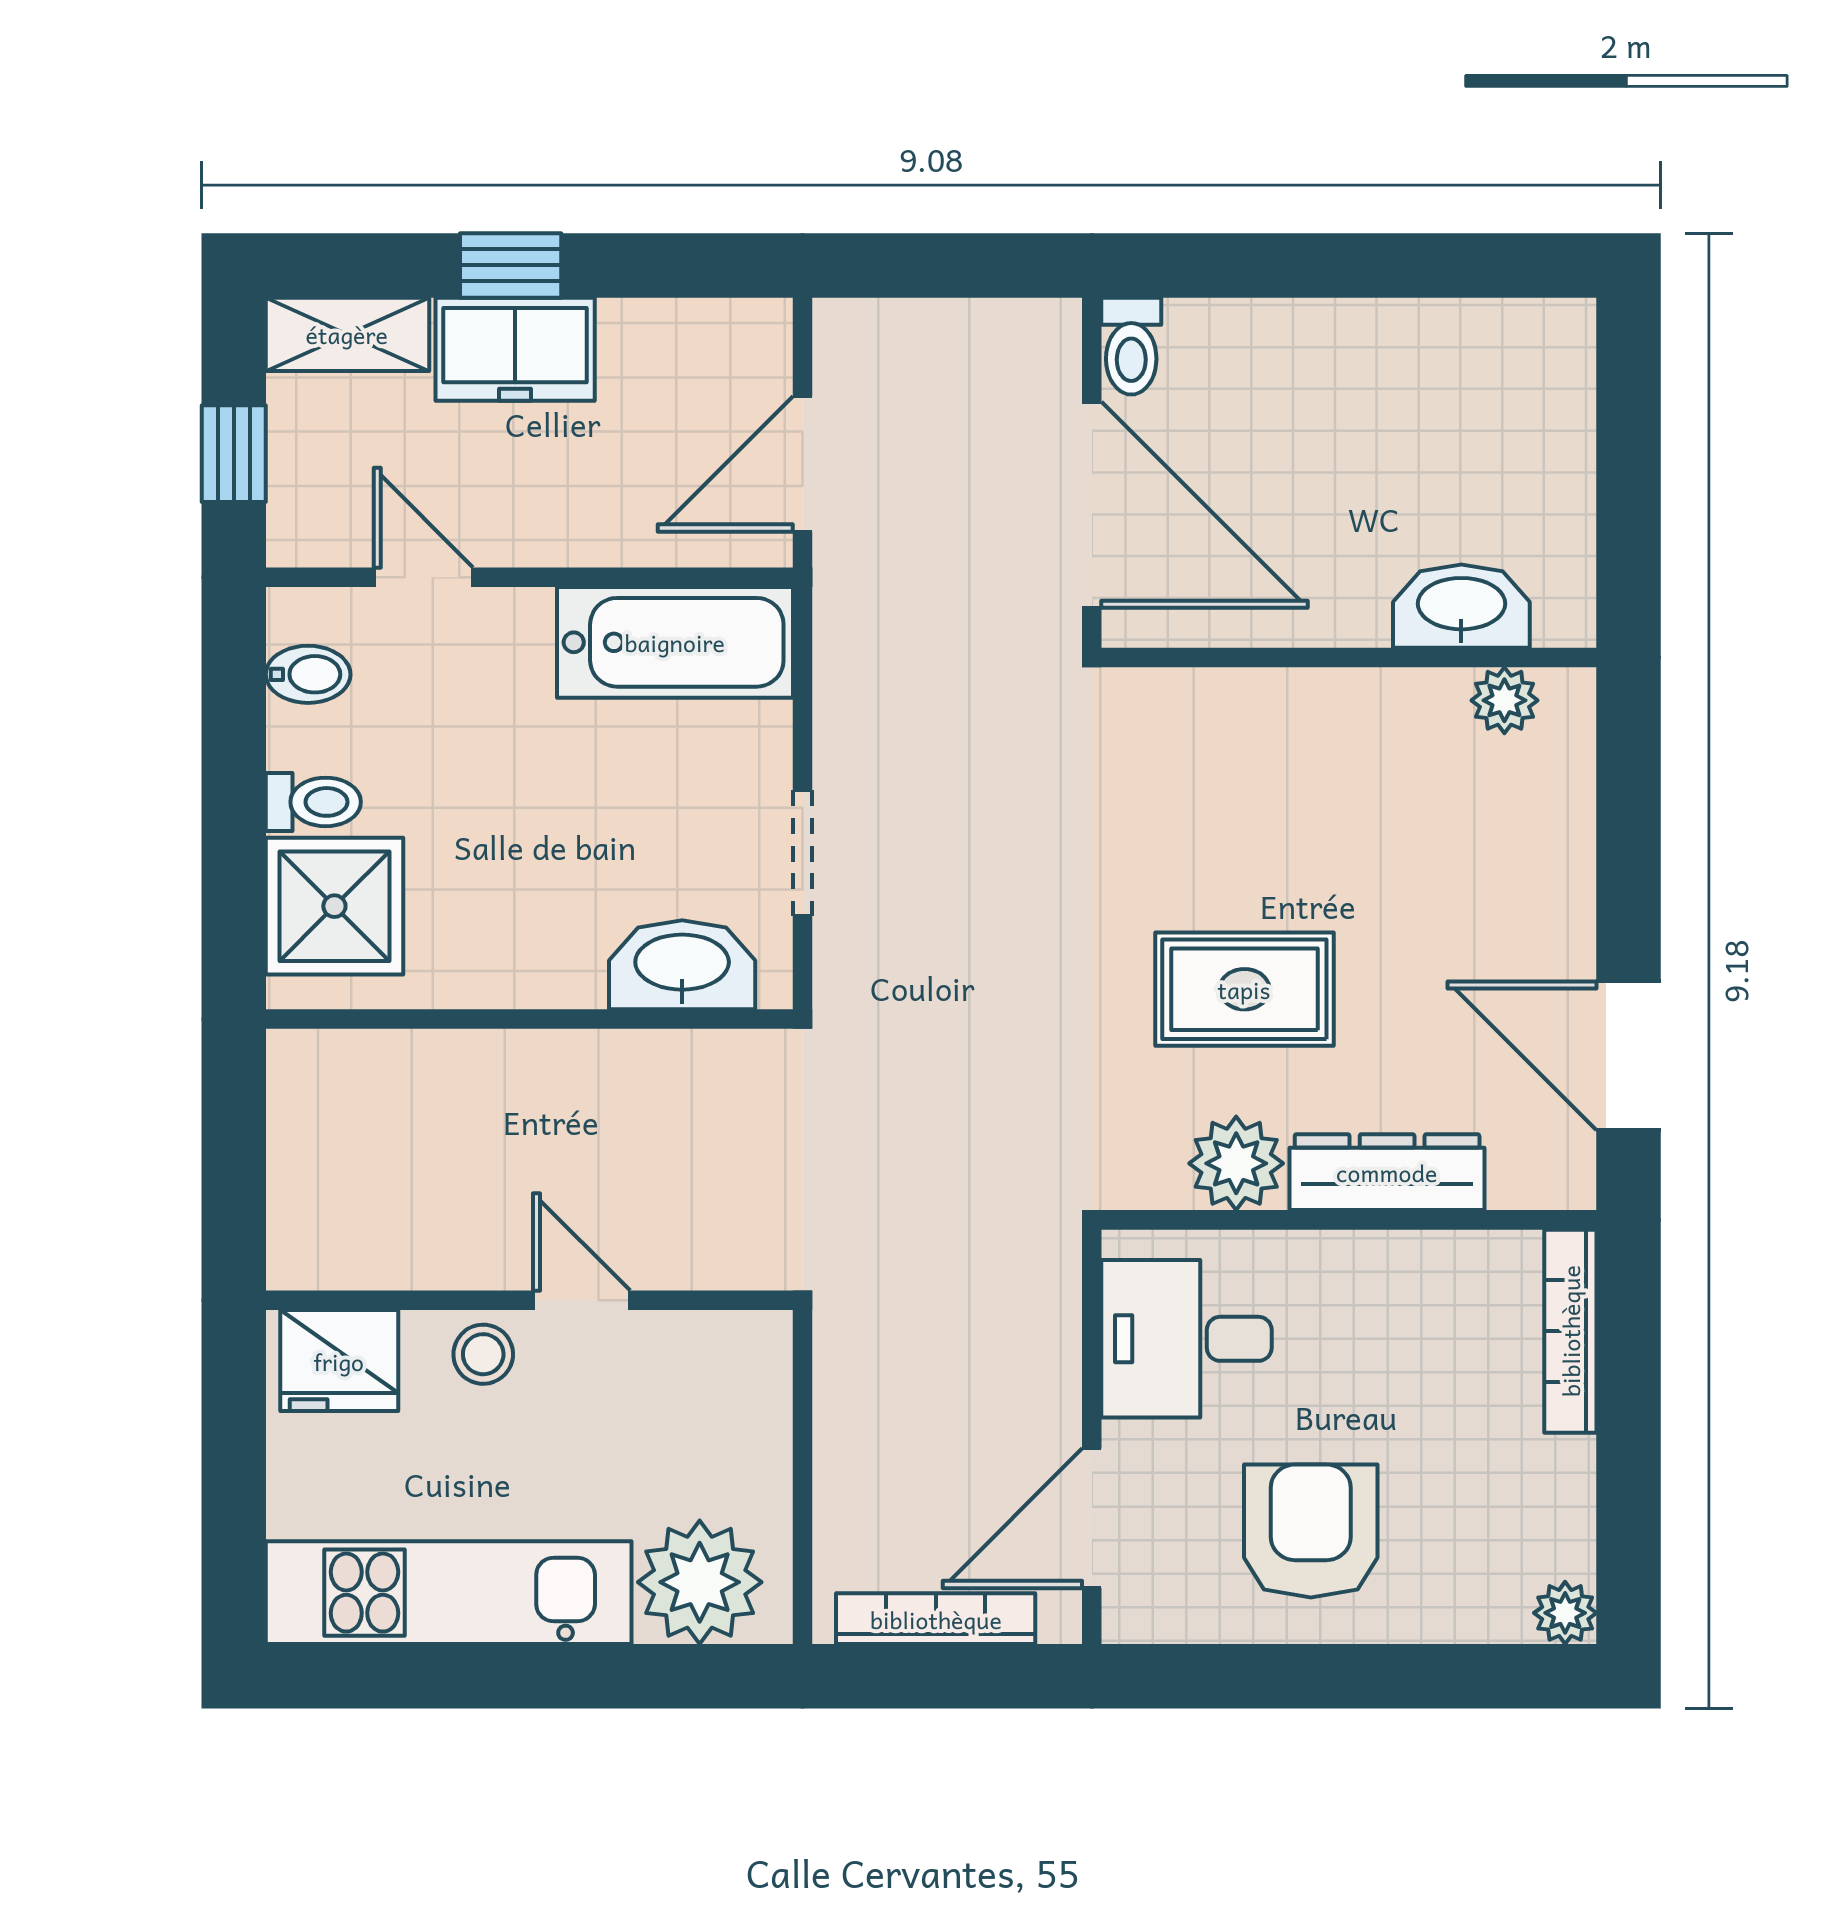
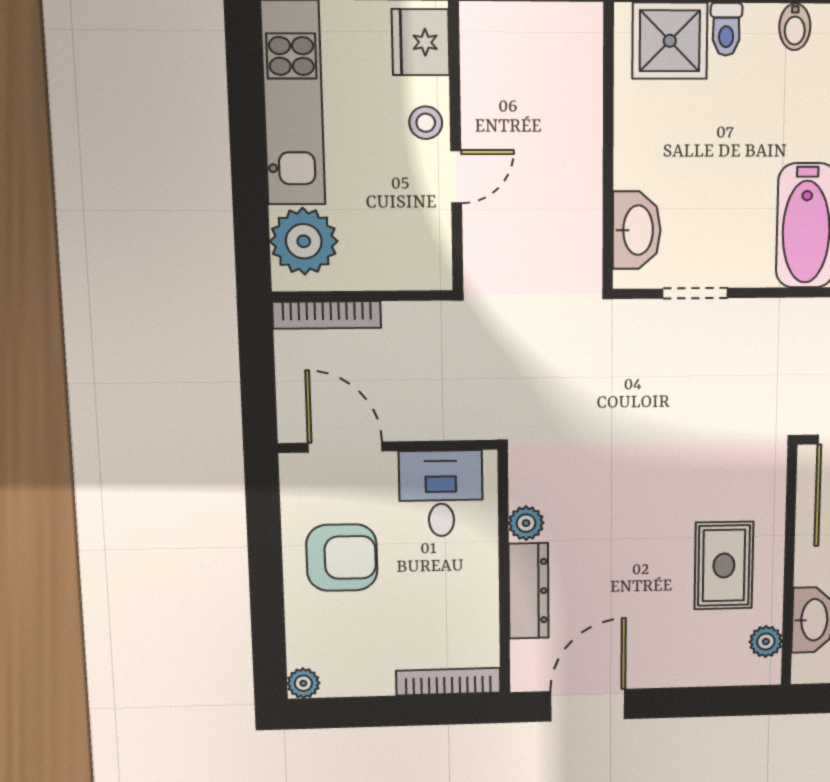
rug: (1244, 989) -> (724, 565), moved
plant: (1236, 1163) -> (526, 523), width x0.73, depth x0.73
bookcase: (936, 1619) -> (327, 315), moved, turned 90

